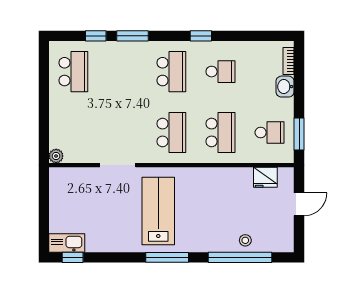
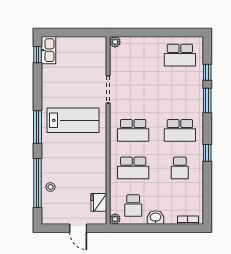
washbasin: (285, 87) -> (156, 217), moved
window: (299, 134) -> (132, 228), removed
plant: (287, 156) -> (115, 219), added

